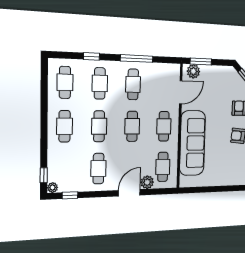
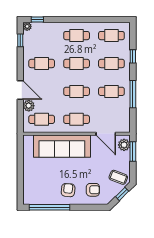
coffee table: (227, 79) -> (118, 177), added

